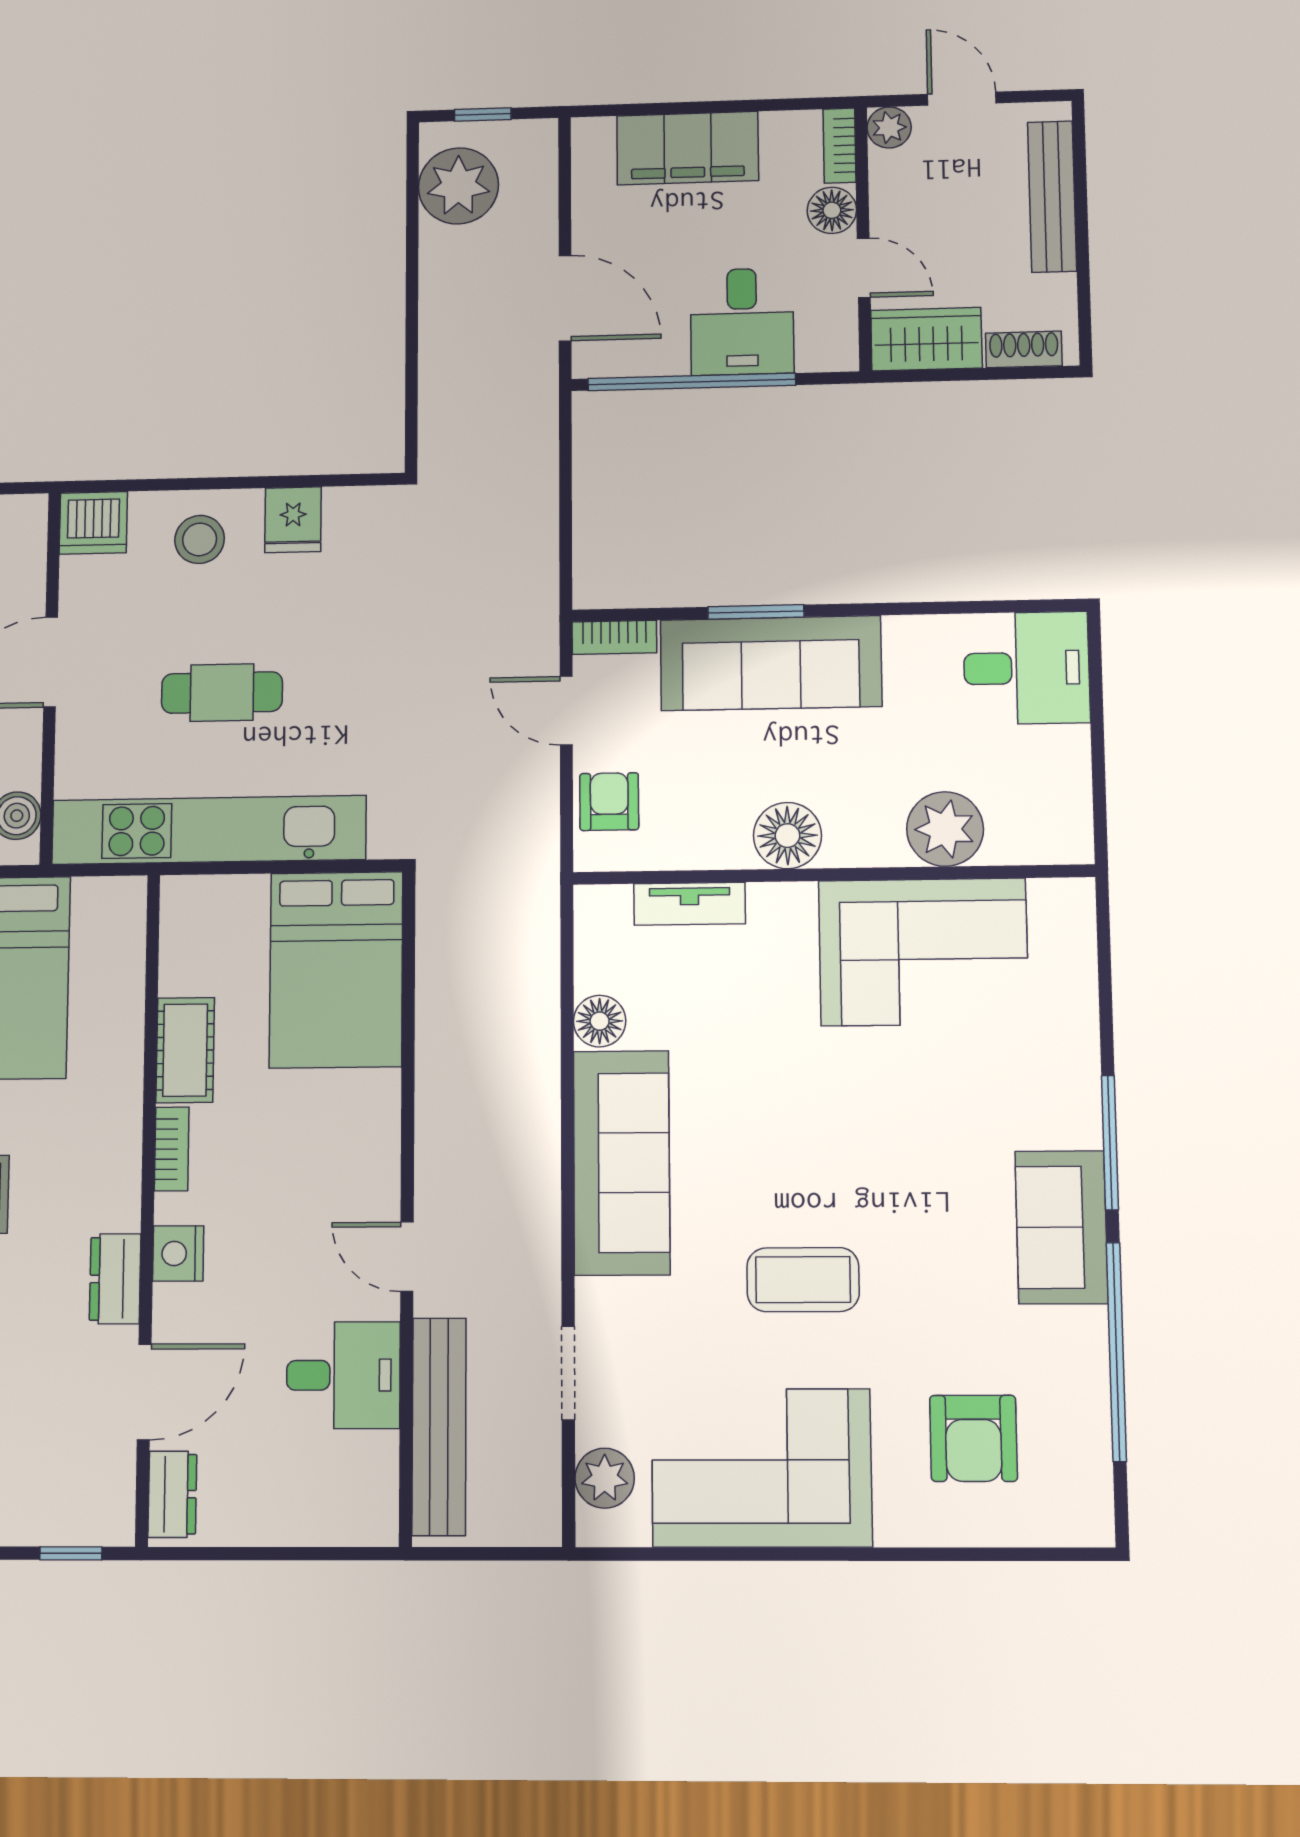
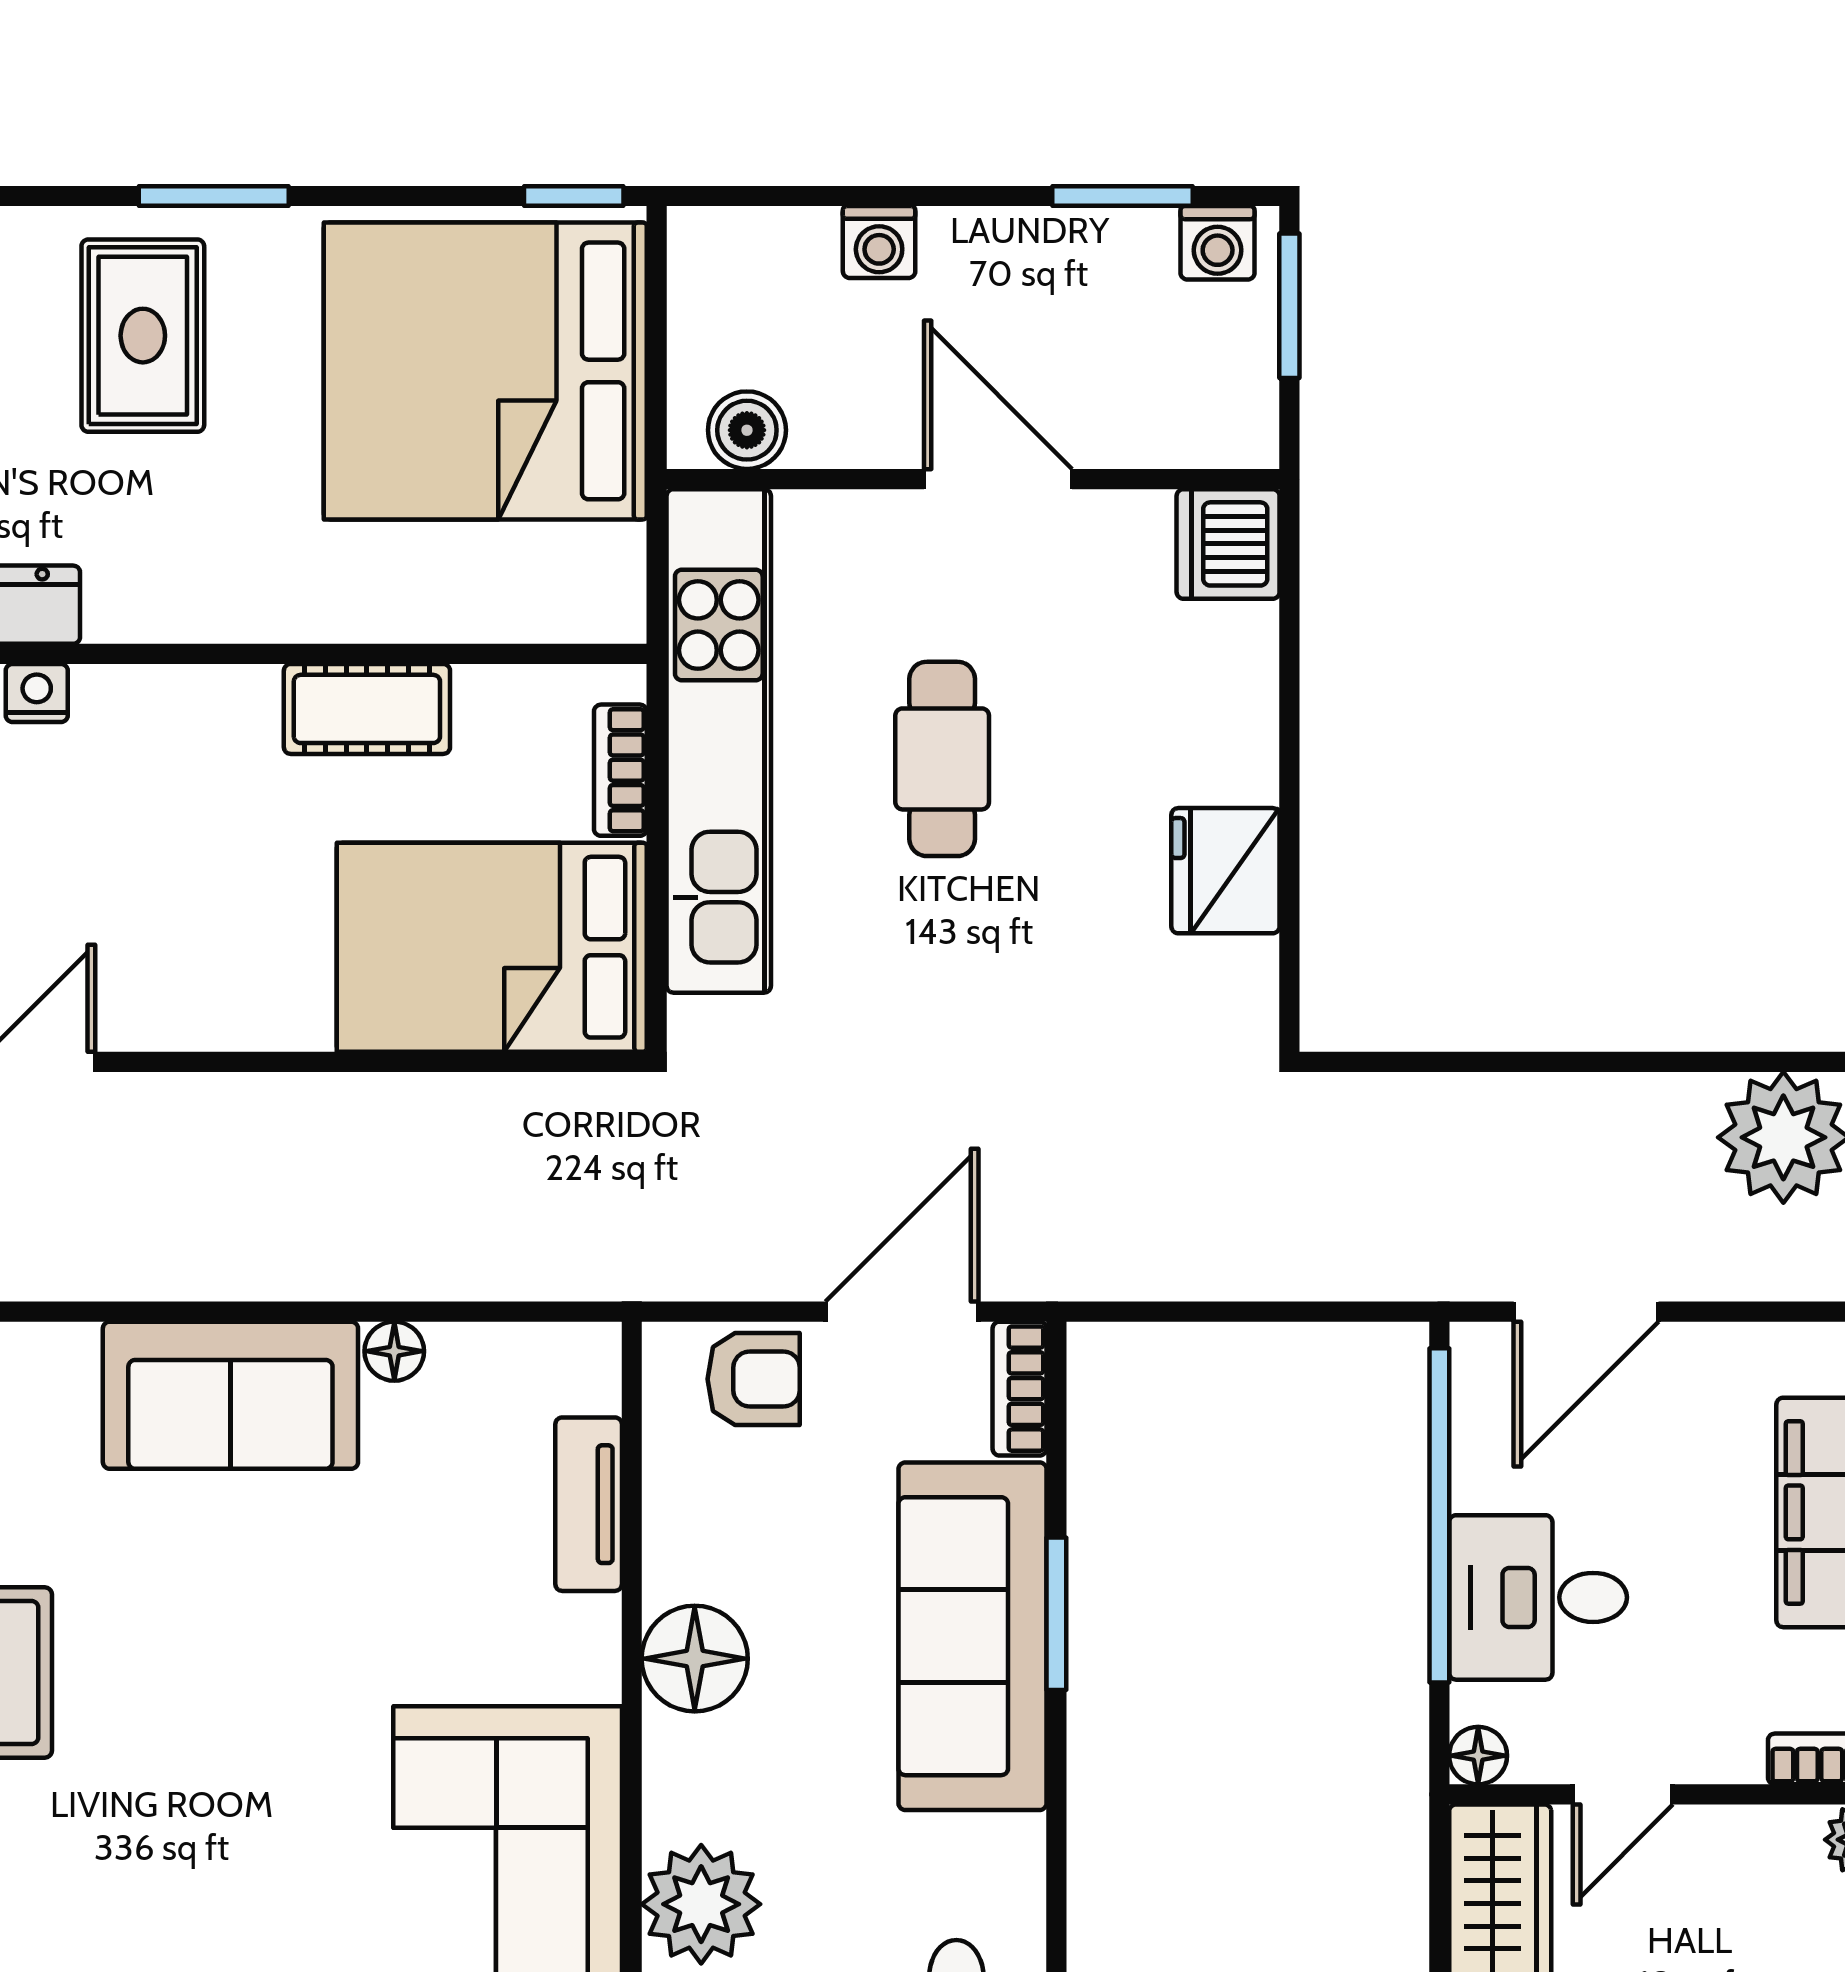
floor lamp: (832, 210) -> (1478, 1756), moved, width x0.73, depth x0.73
fridge: (293, 520) -> (1225, 871), width x1.38
stool: (200, 539) -> (1196, 719), removed
door: (566, 711) -> (902, 1312), width x1.38
floor lamp: (600, 1021) -> (394, 1351), width x0.73, depth x0.73
bookcase: (172, 1149) -> (620, 770), moved, turned 90
sofa: (622, 1163) -> (230, 1395), width x0.73
nightstand: (178, 1253) -> (37, 693), width x0.72, depth x0.74

